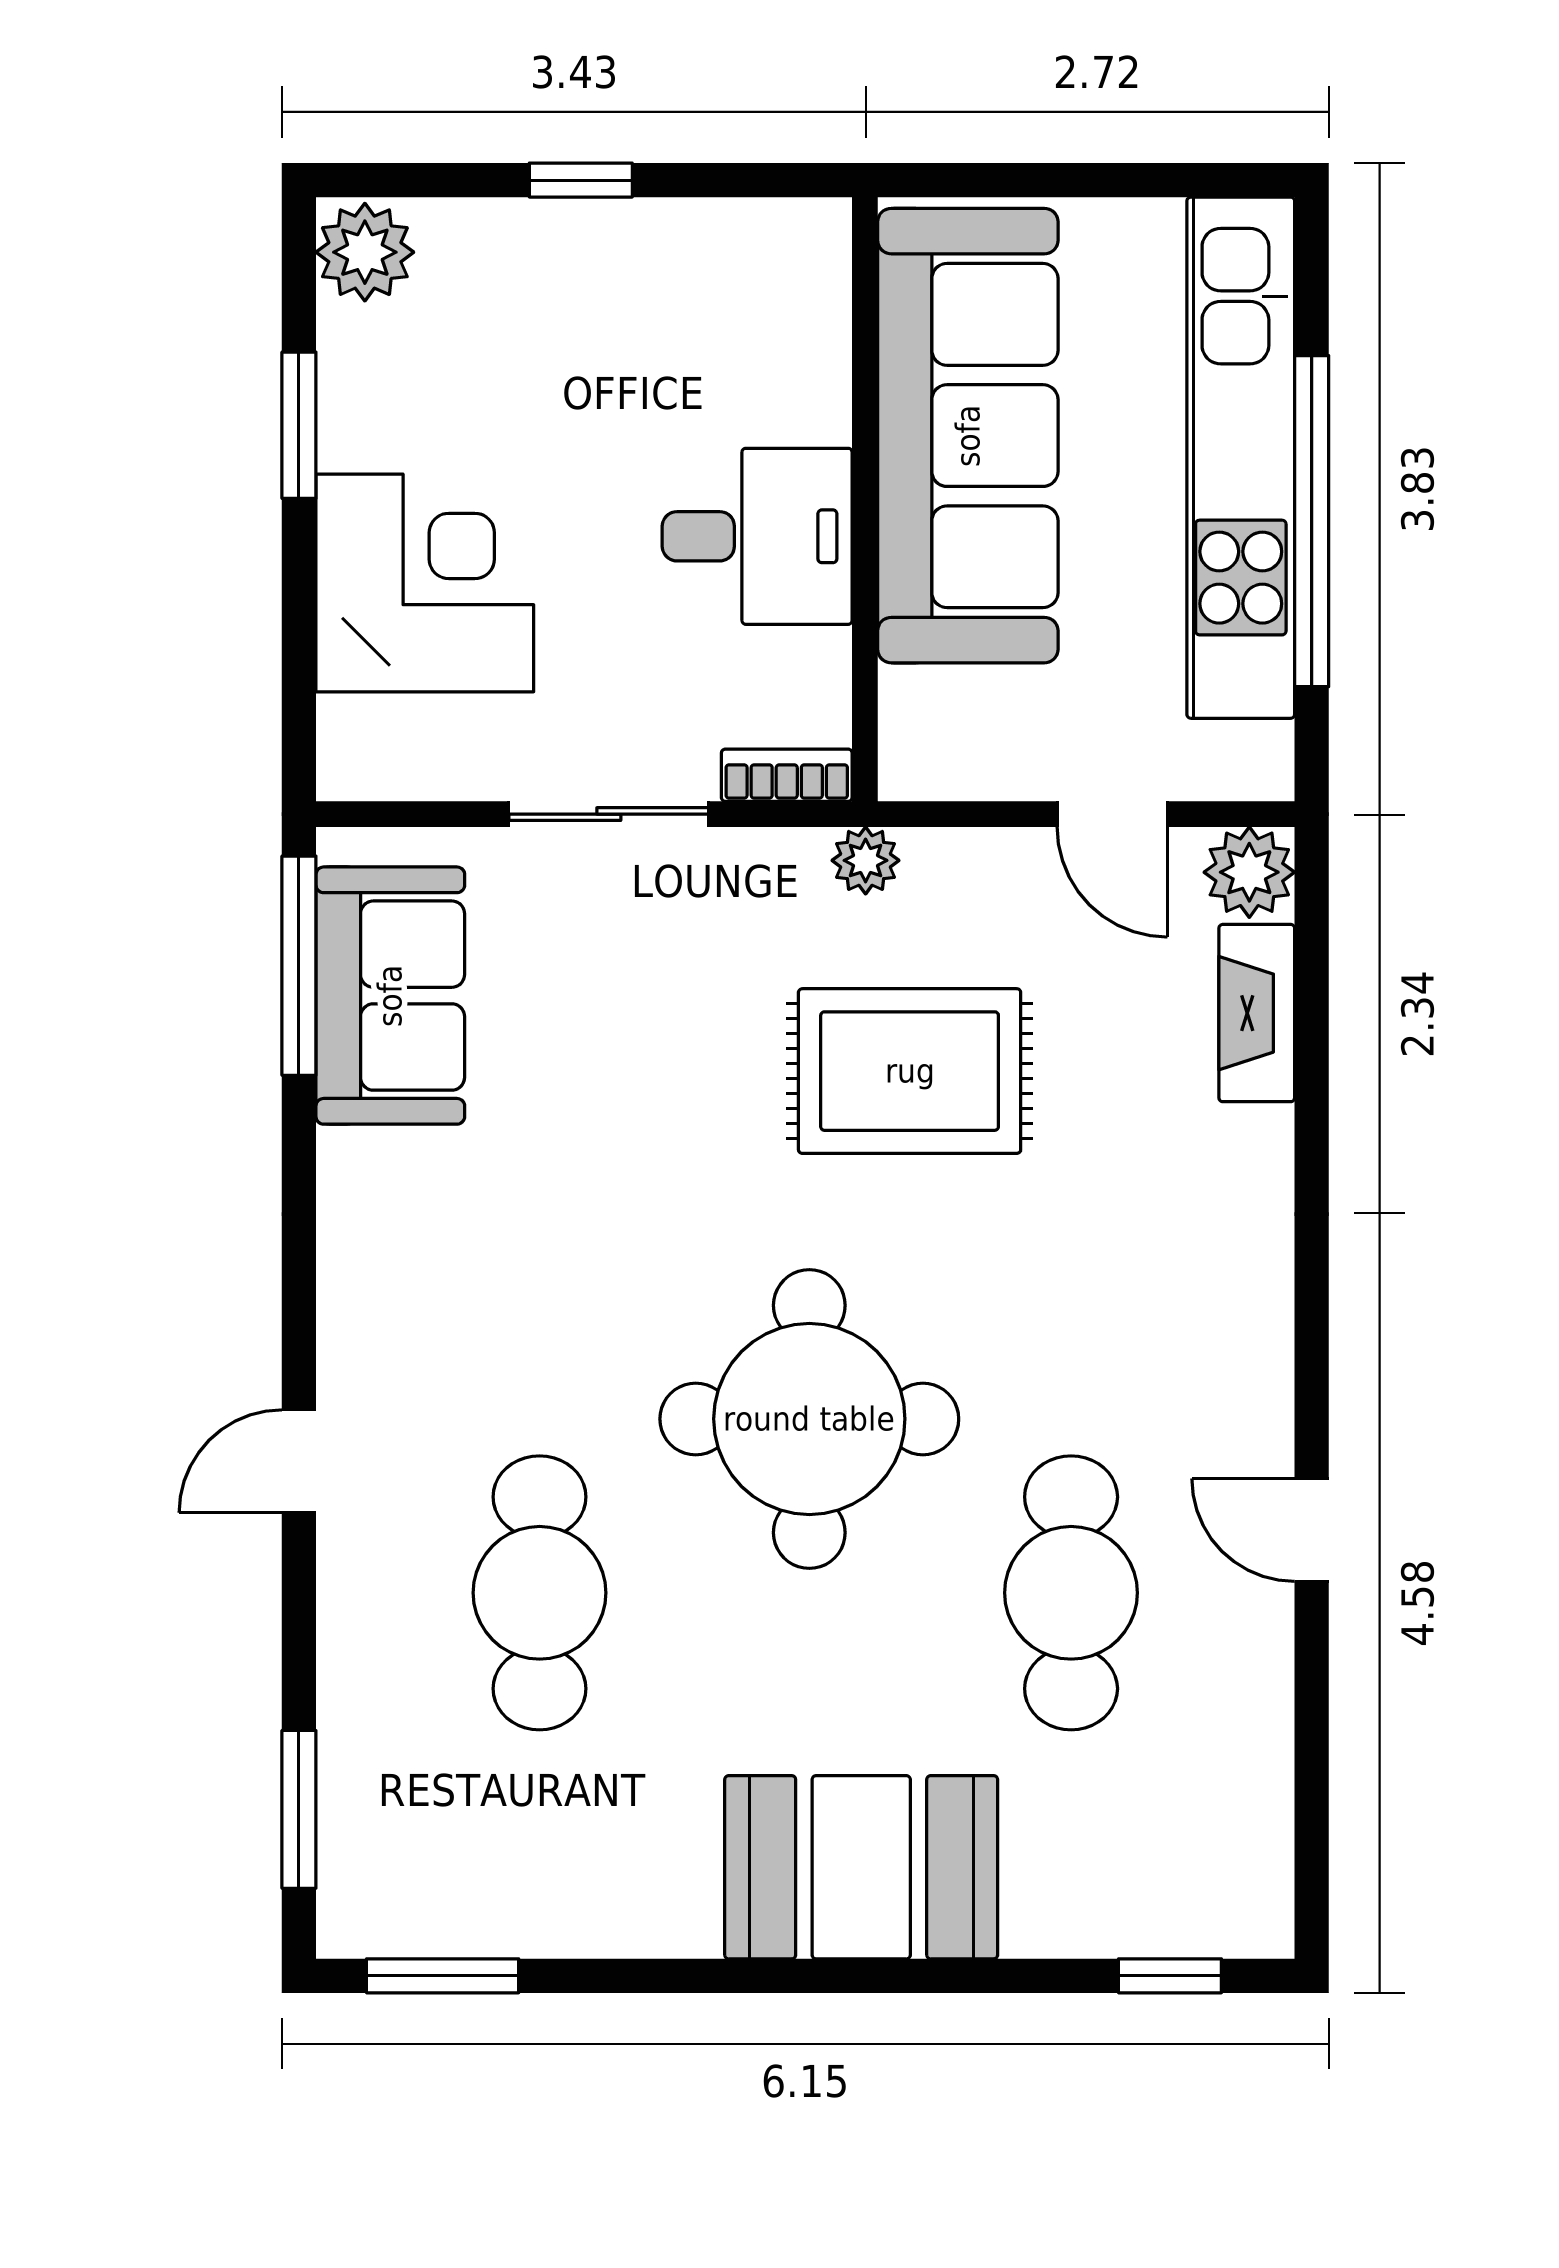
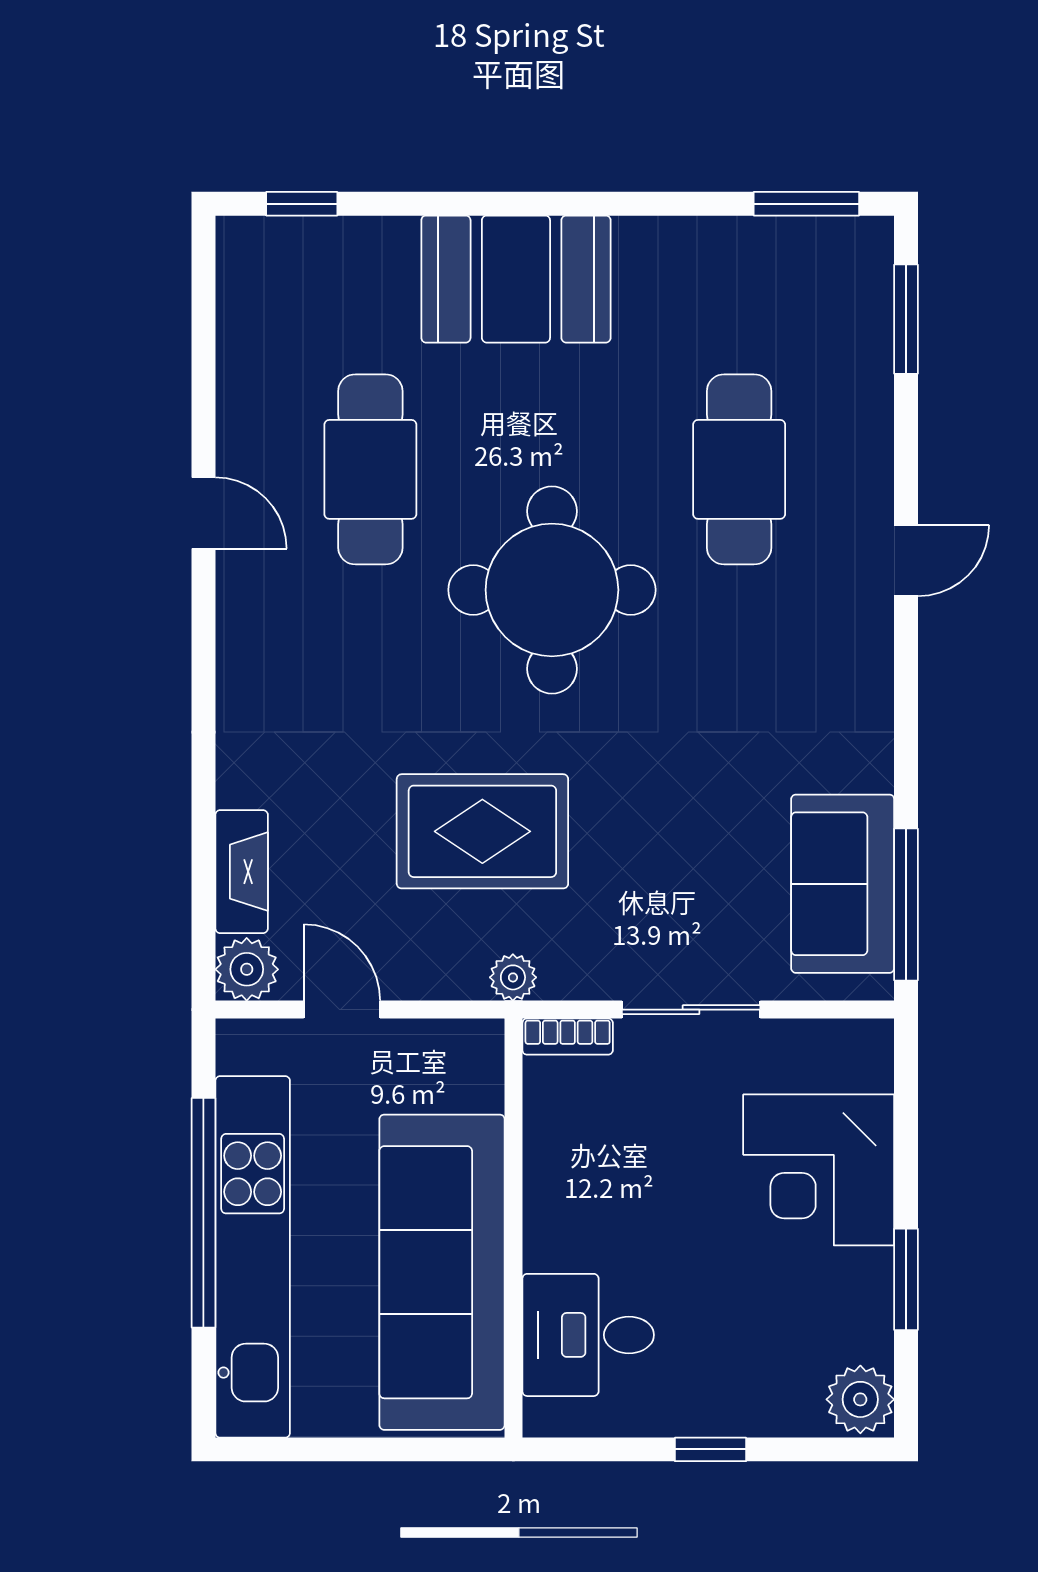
desk: (757, 536) -> (588, 1335), moved

